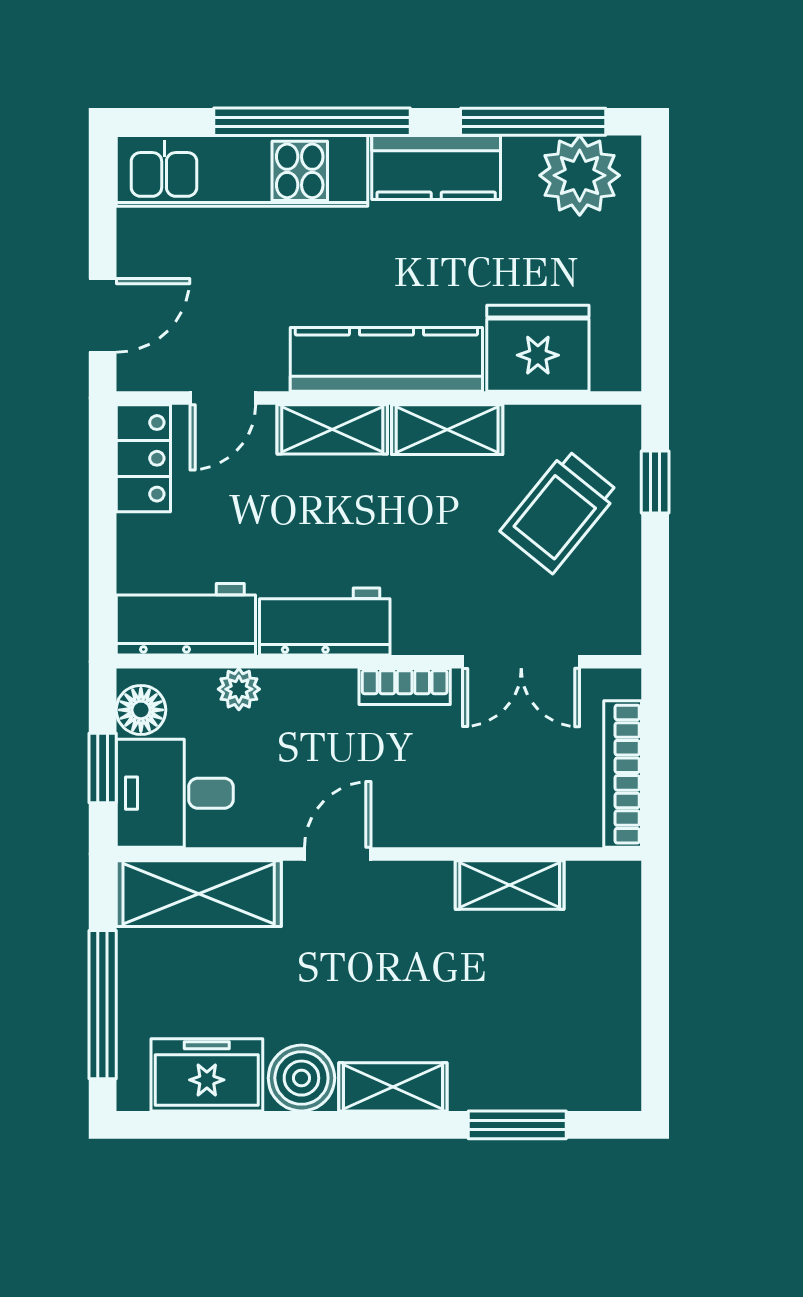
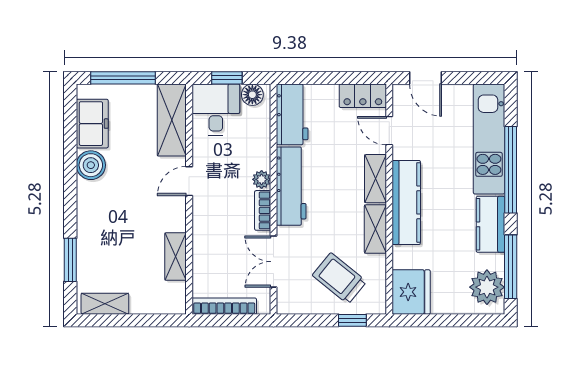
fridge: (538, 348) -> (411, 292), moved
workbench: (325, 622) -> (291, 186), width x1.38
plant: (239, 689) -> (262, 179), moved
door: (338, 854) -> (189, 181), swing flipped
shelving: (393, 1087) -> (105, 304), moved, turned 90

